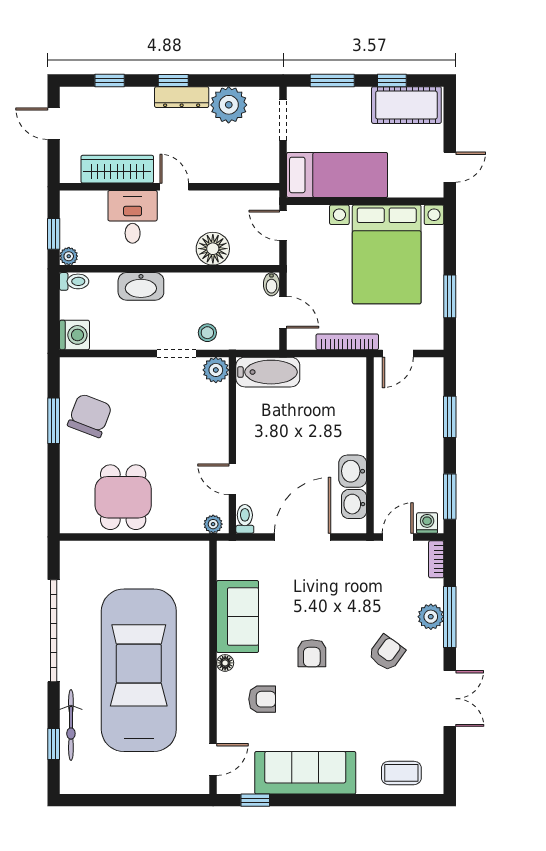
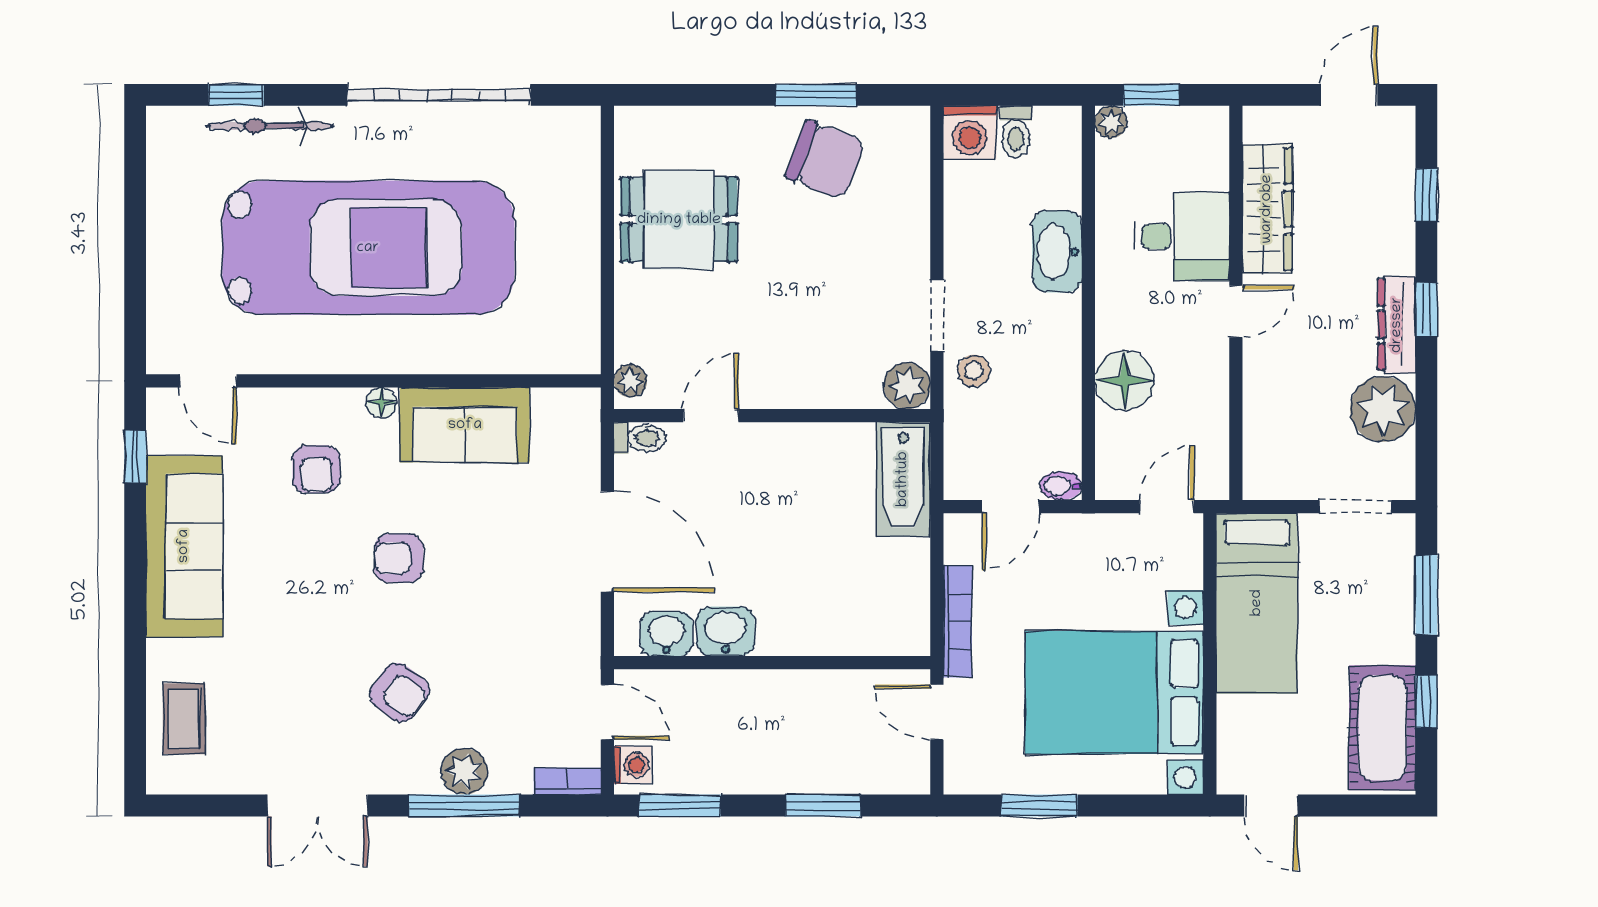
toilet: (74, 281) -> (1016, 132), moved

